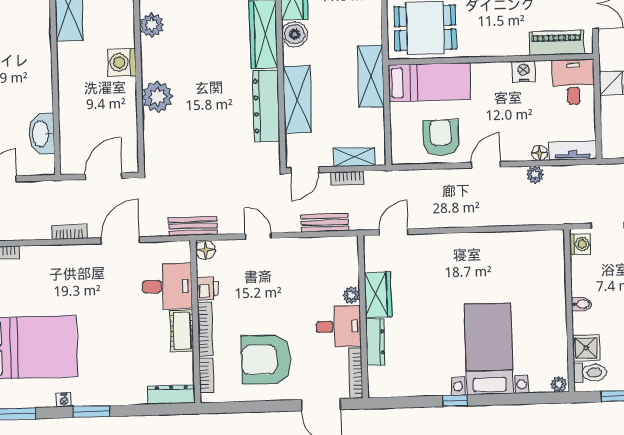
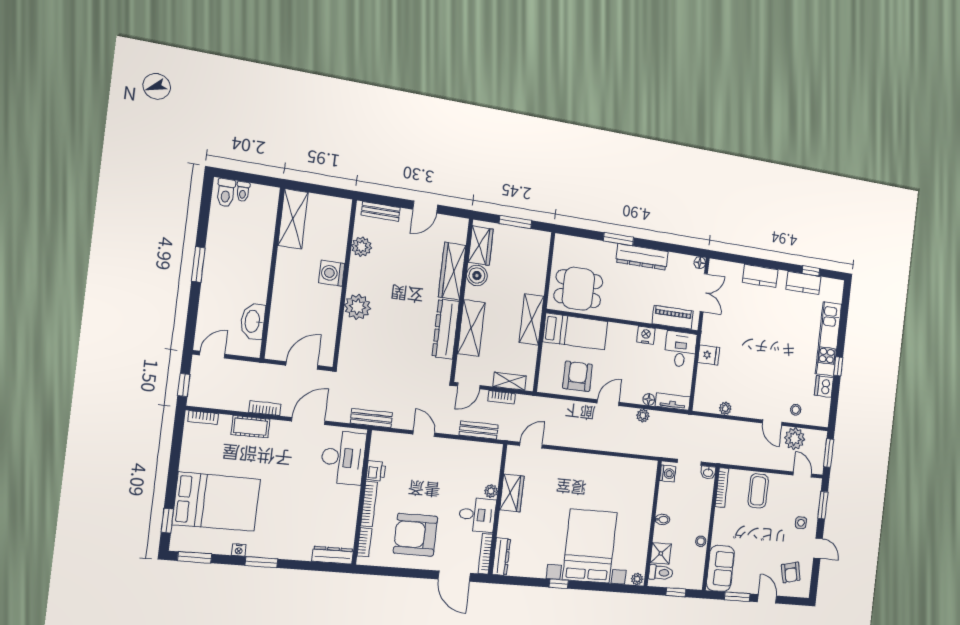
floor lamp: (206, 250) -> (379, 439), removed
desk: (167, 286) -> (343, 458), width x1.37
cot: (182, 331) -> (251, 427), moved, turned 90
dresser: (375, 342) -> (501, 557), moved
bed with nightstands: (489, 349) -> (590, 546), width x1.36

